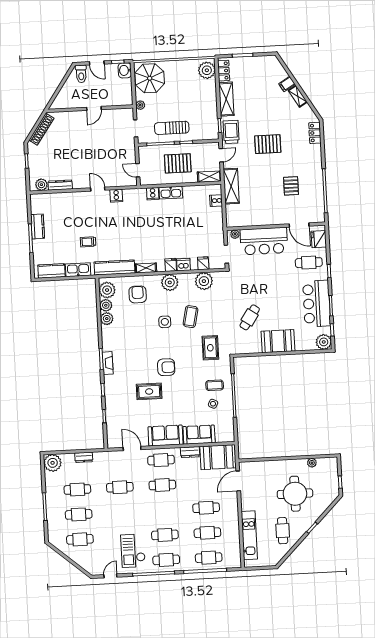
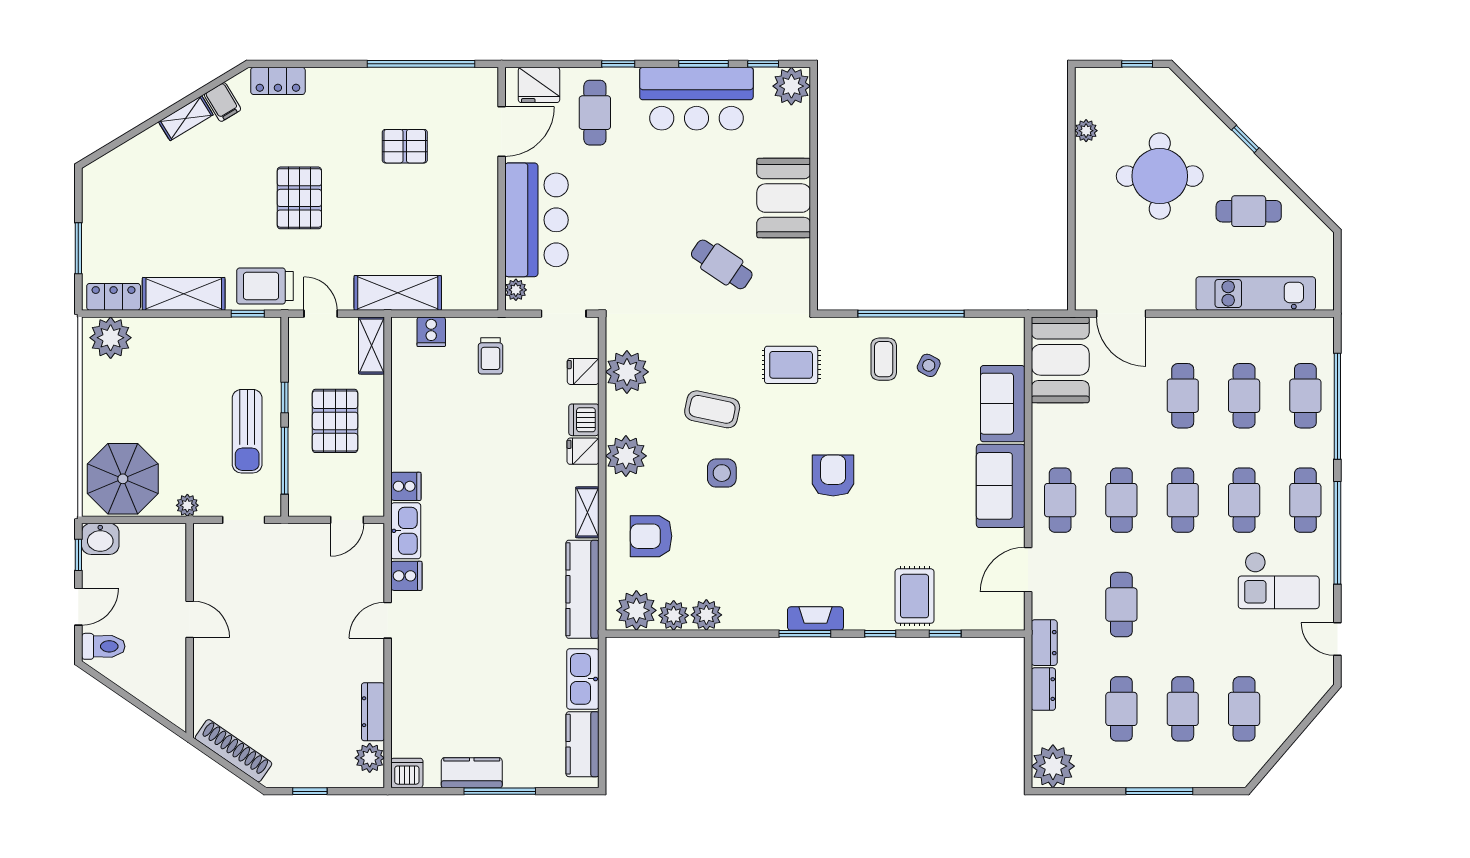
filing cabinet: (287, 84) -> (223, 102), moved
kitchen sink: (171, 193) -> (406, 531), moved
dishwasher: (36, 200) -> (407, 773), added
trolley: (88, 242) -> (490, 356), moved
rug: (149, 391) -> (915, 596), moved
dresser: (190, 452) -> (1044, 643), moved
cafe table: (164, 510) -> (1183, 500), added

